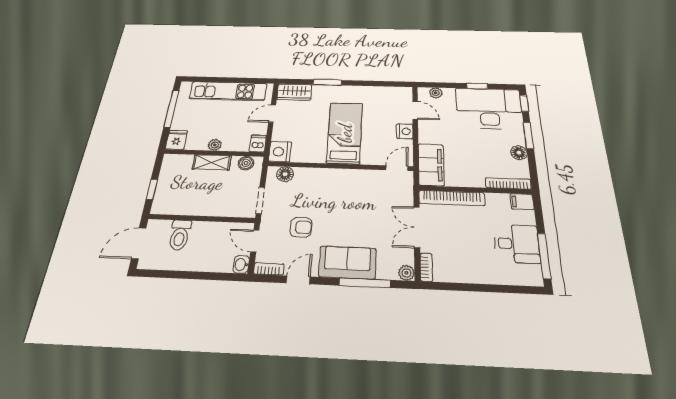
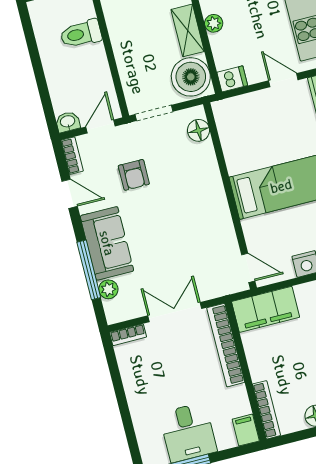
nightstand: (280, 152) -> (229, 112), removed
boiler: (246, 163) -> (191, 77), width x1.86, depth x1.86
plant: (406, 273) -> (108, 289), moved

